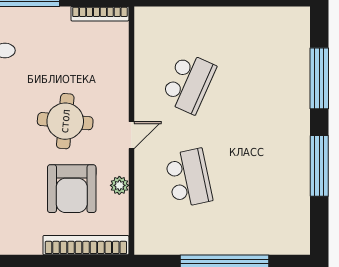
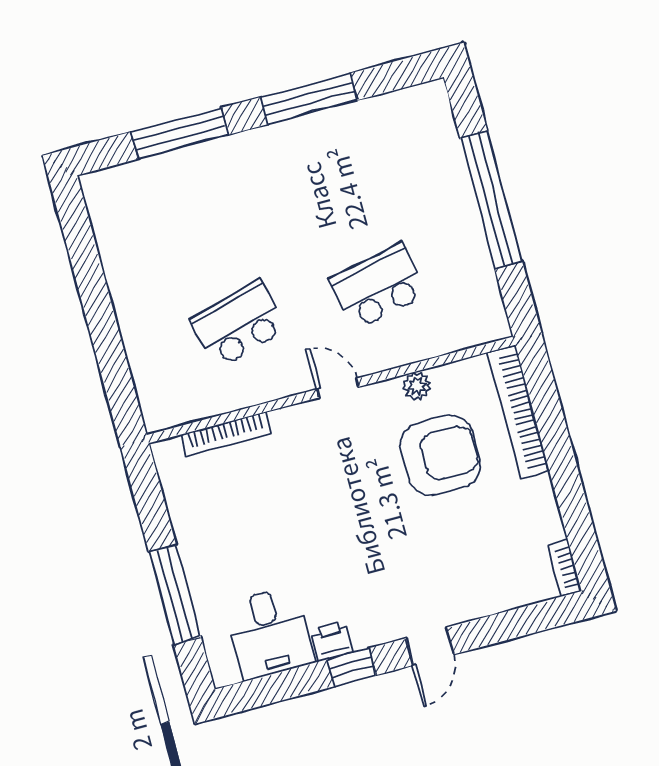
bookcase: (100, 14) -> (226, 434), moved, turned 90
school desk: (189, 83) -> (238, 324), turned -39
round table: (65, 121) -> (343, 491), removed

